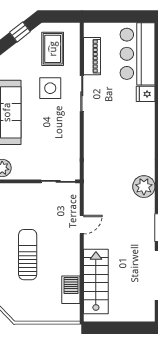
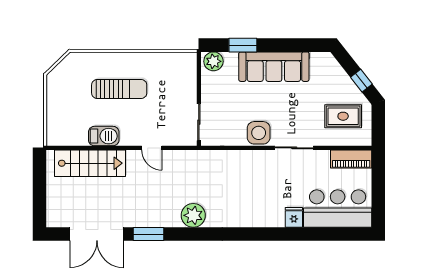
piano: (92, 56) -> (351, 159), moved
side table: (50, 88) -> (259, 133), moved
barbecue: (71, 290) -> (104, 136), moved

